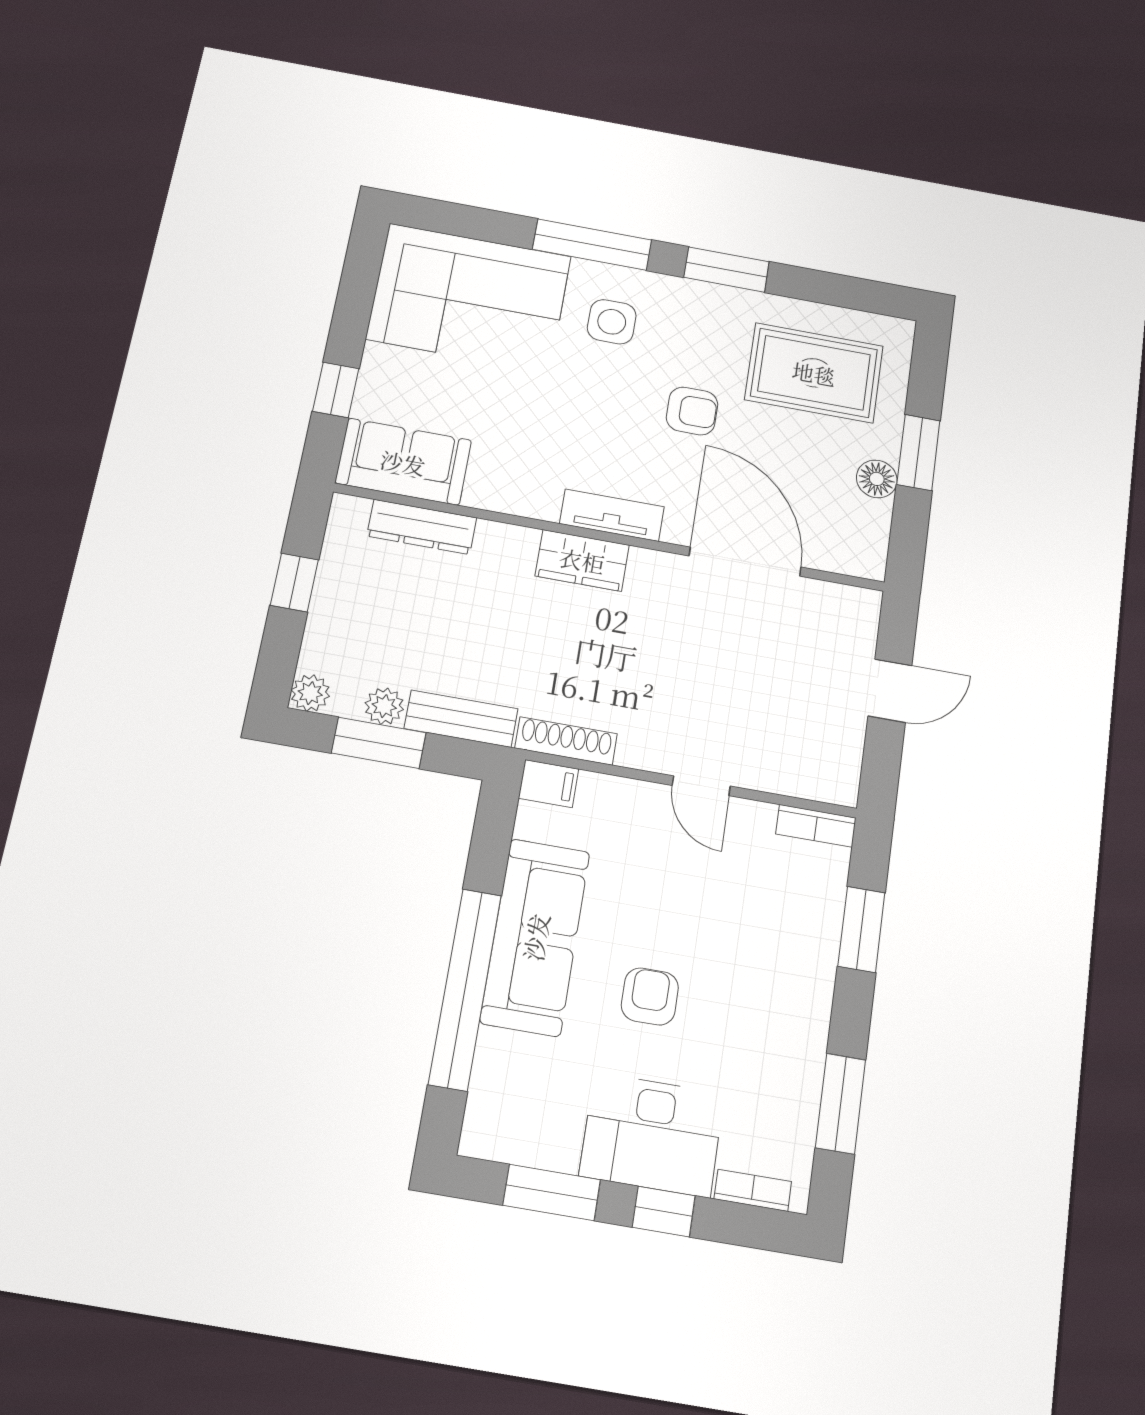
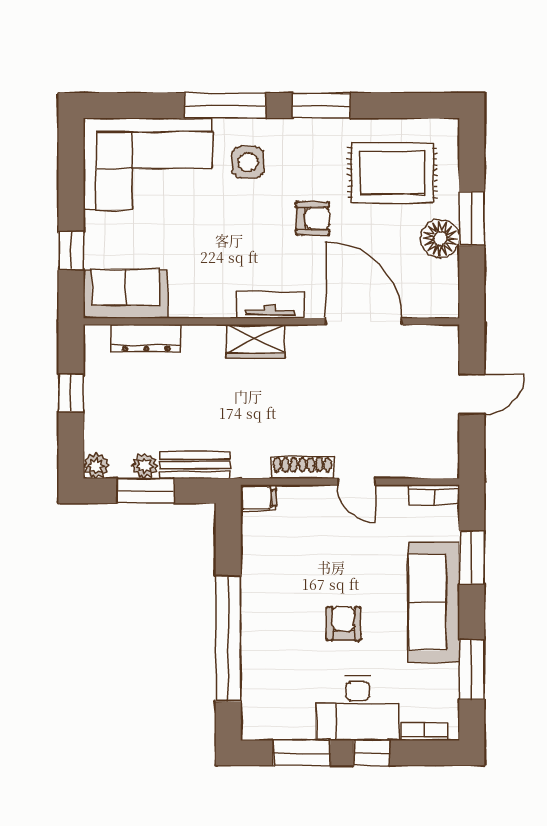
floor lamp: (877, 479) -> (440, 239), width x1.38, depth x1.38
shoe rack: (566, 741) -> (302, 468), moved
sofa: (535, 937) -> (434, 602), moved, turned 180

